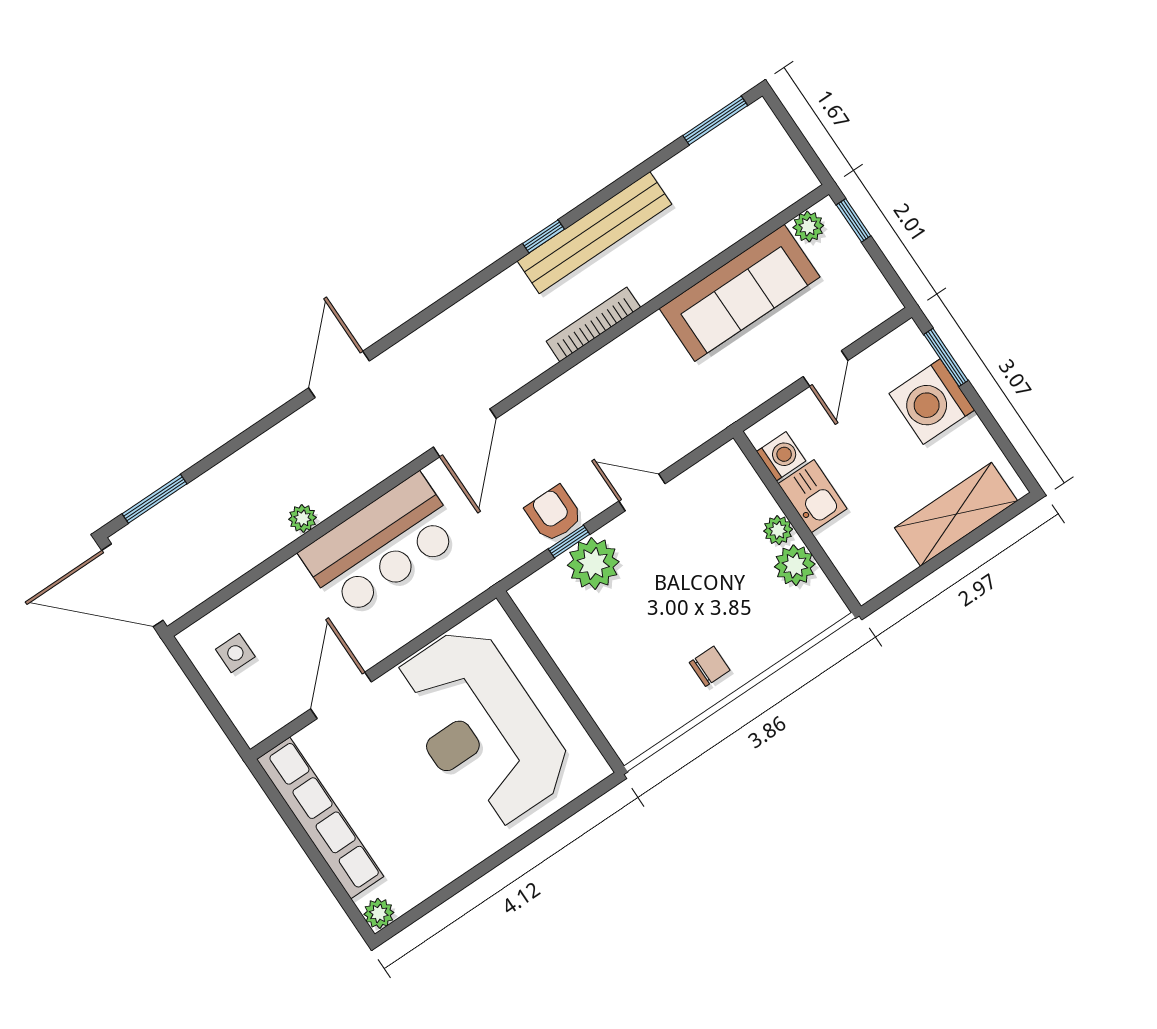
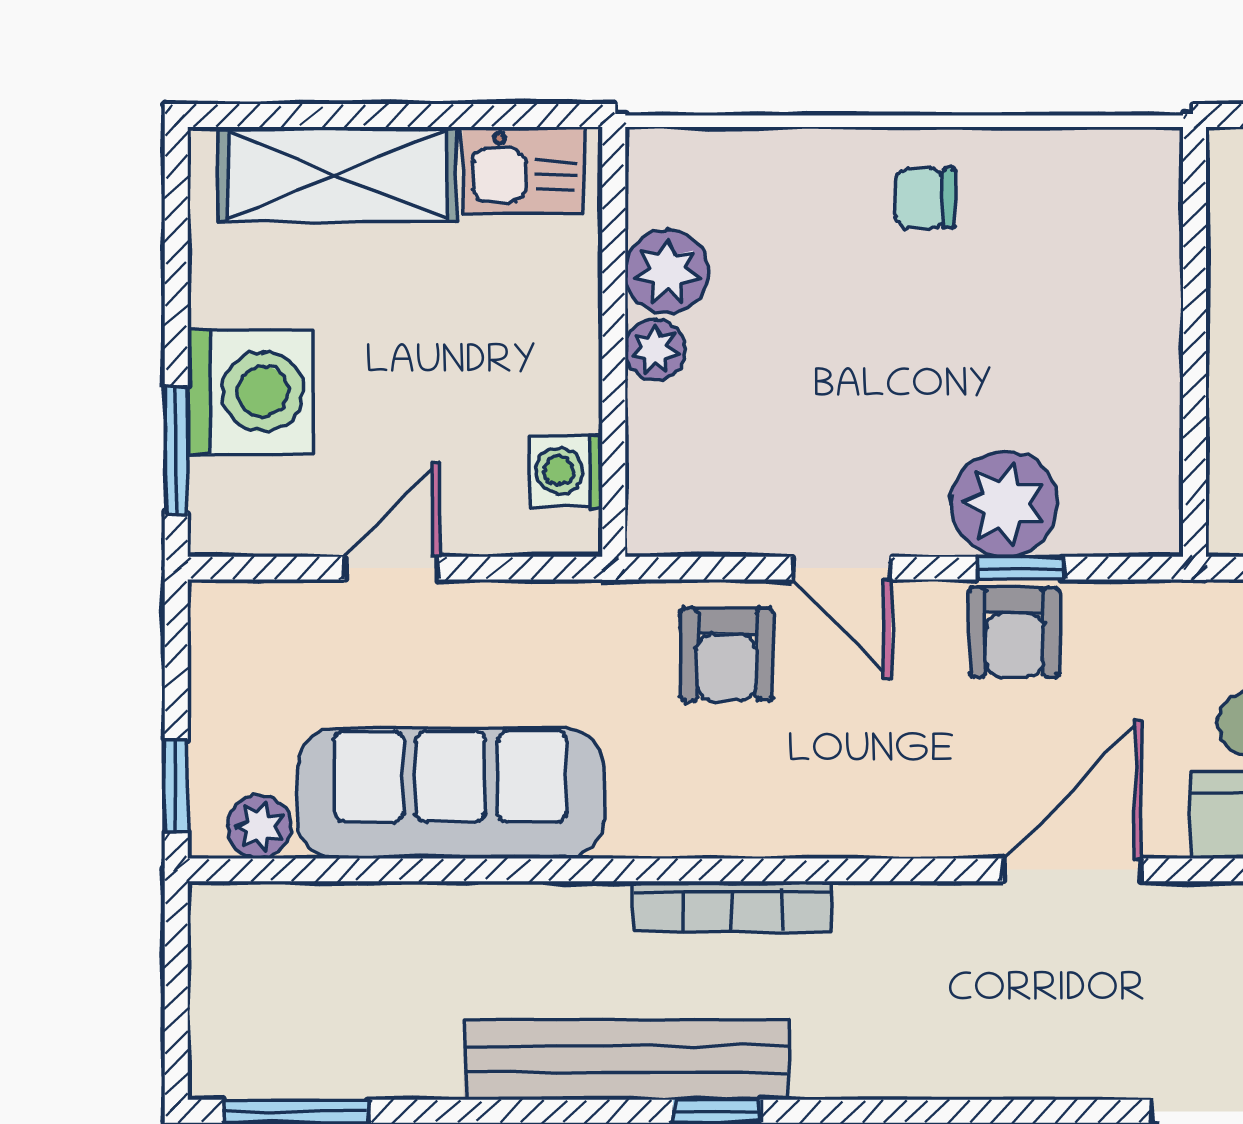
armchair: (665, 426) -> (727, 654), added
kitchen sink: (813, 496) -> (523, 171), moved, turned -90

